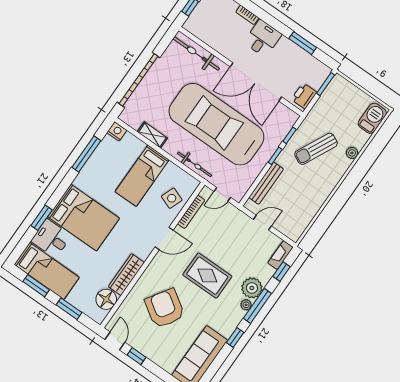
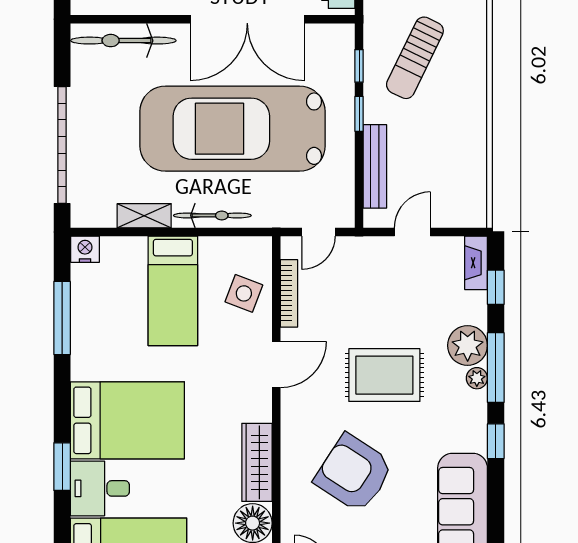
plant: (352, 153) -> (476, 25), removed
bicycle: (194, 164) -> (212, 215), moved

